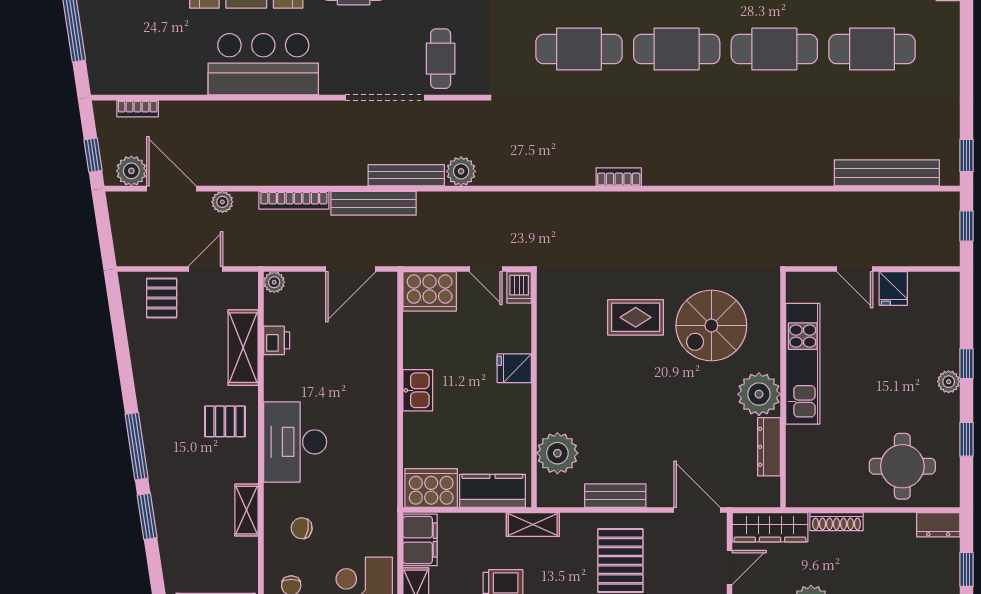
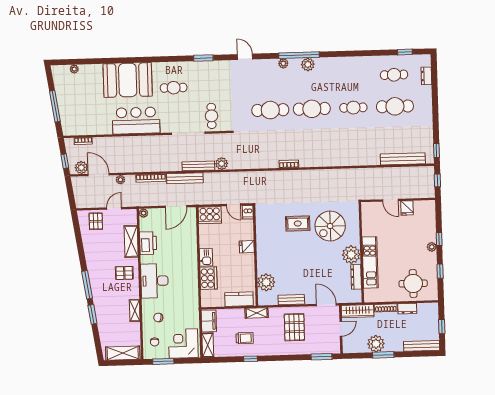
cafe table: (774, 49) -> (353, 108), width x0.73, depth x0.74
printer: (277, 340) -> (148, 243), width x1.87, depth x1.48
kitchen unit: (803, 364) -> (370, 262), moved
cooker: (431, 488) -> (208, 278), moved, turned 90
dresser: (938, 525) -> (407, 309), moved

